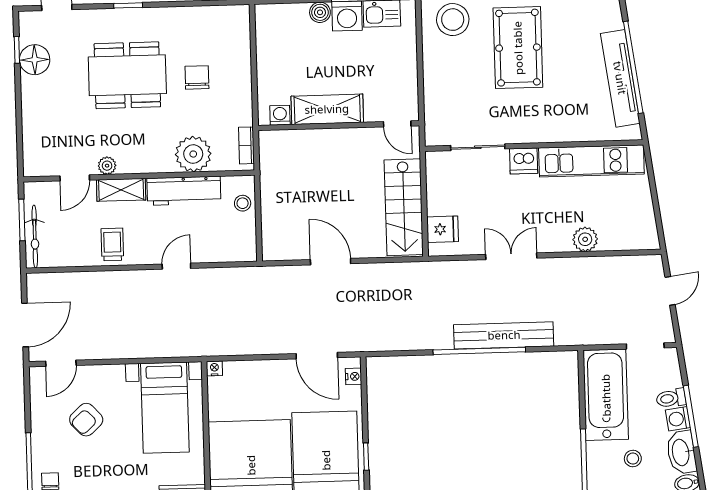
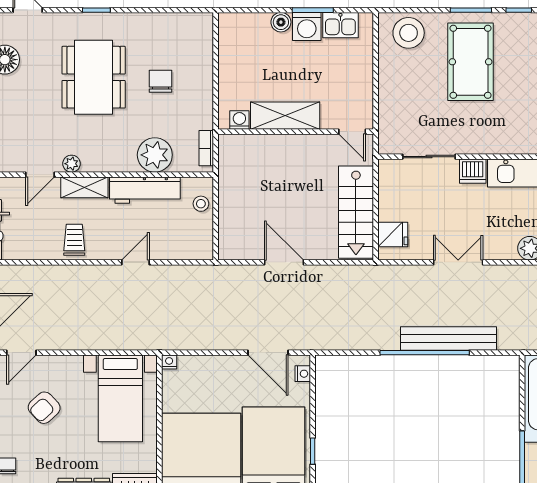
dining table: (127, 75) -> (94, 77), turned 90

